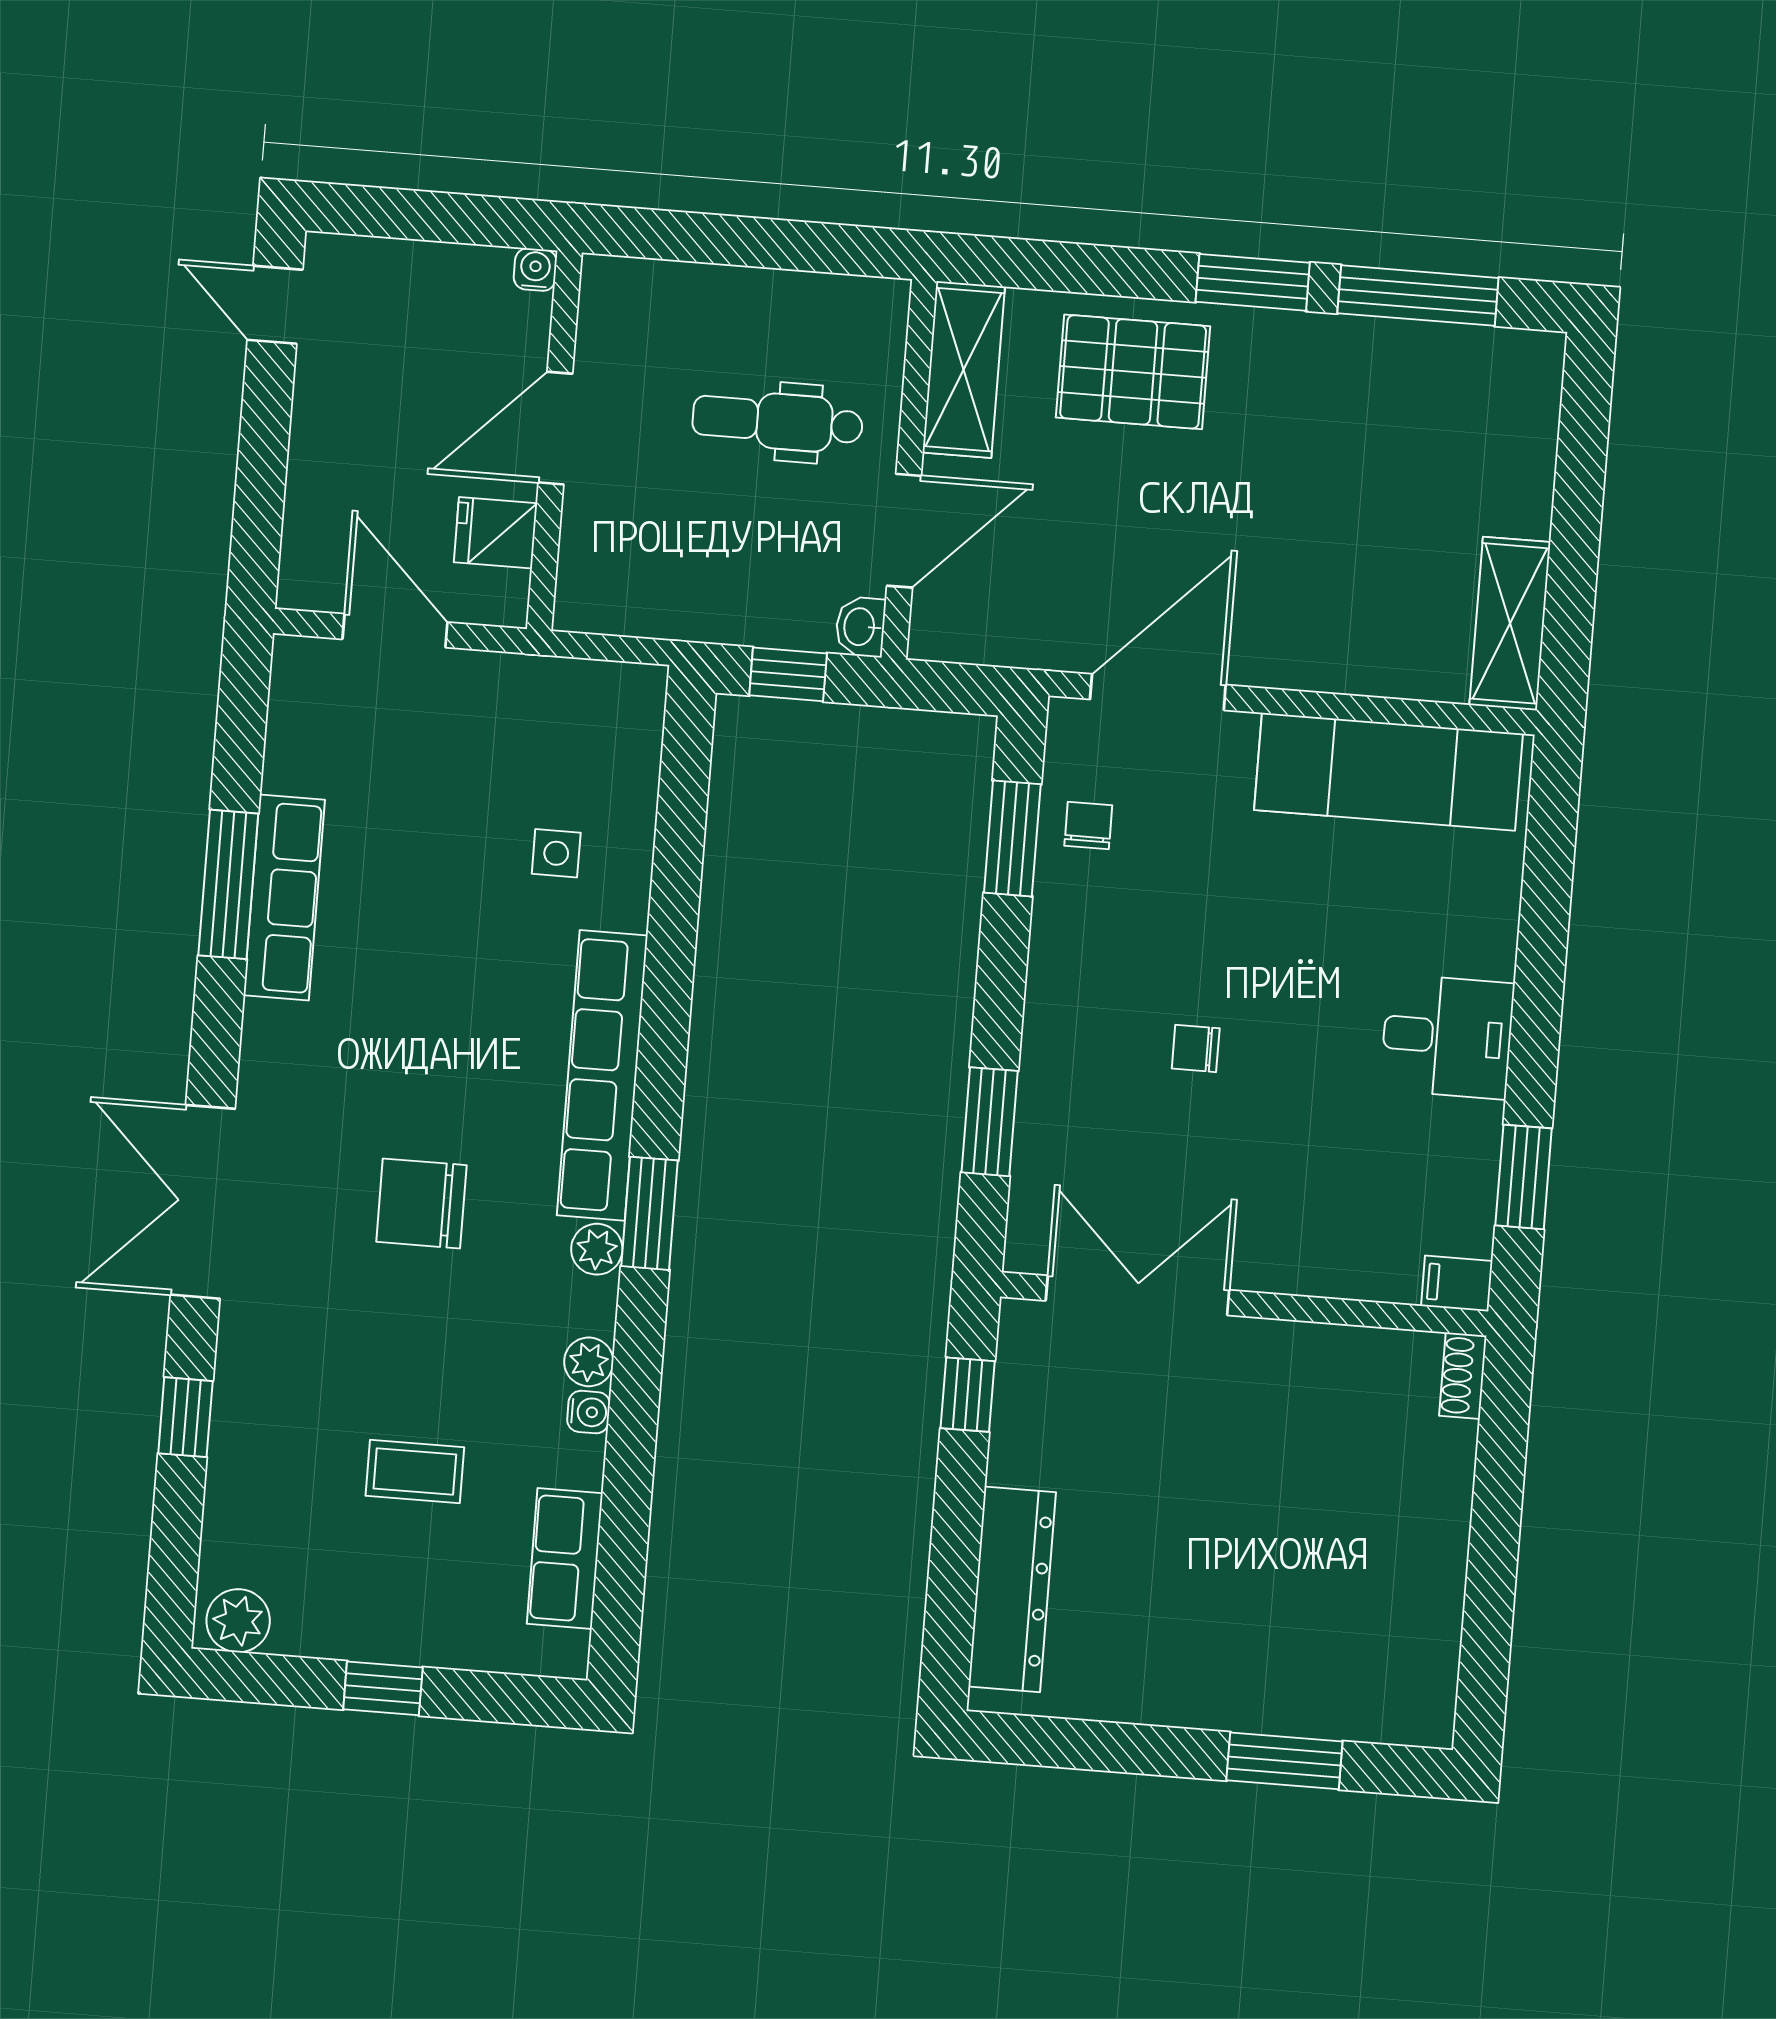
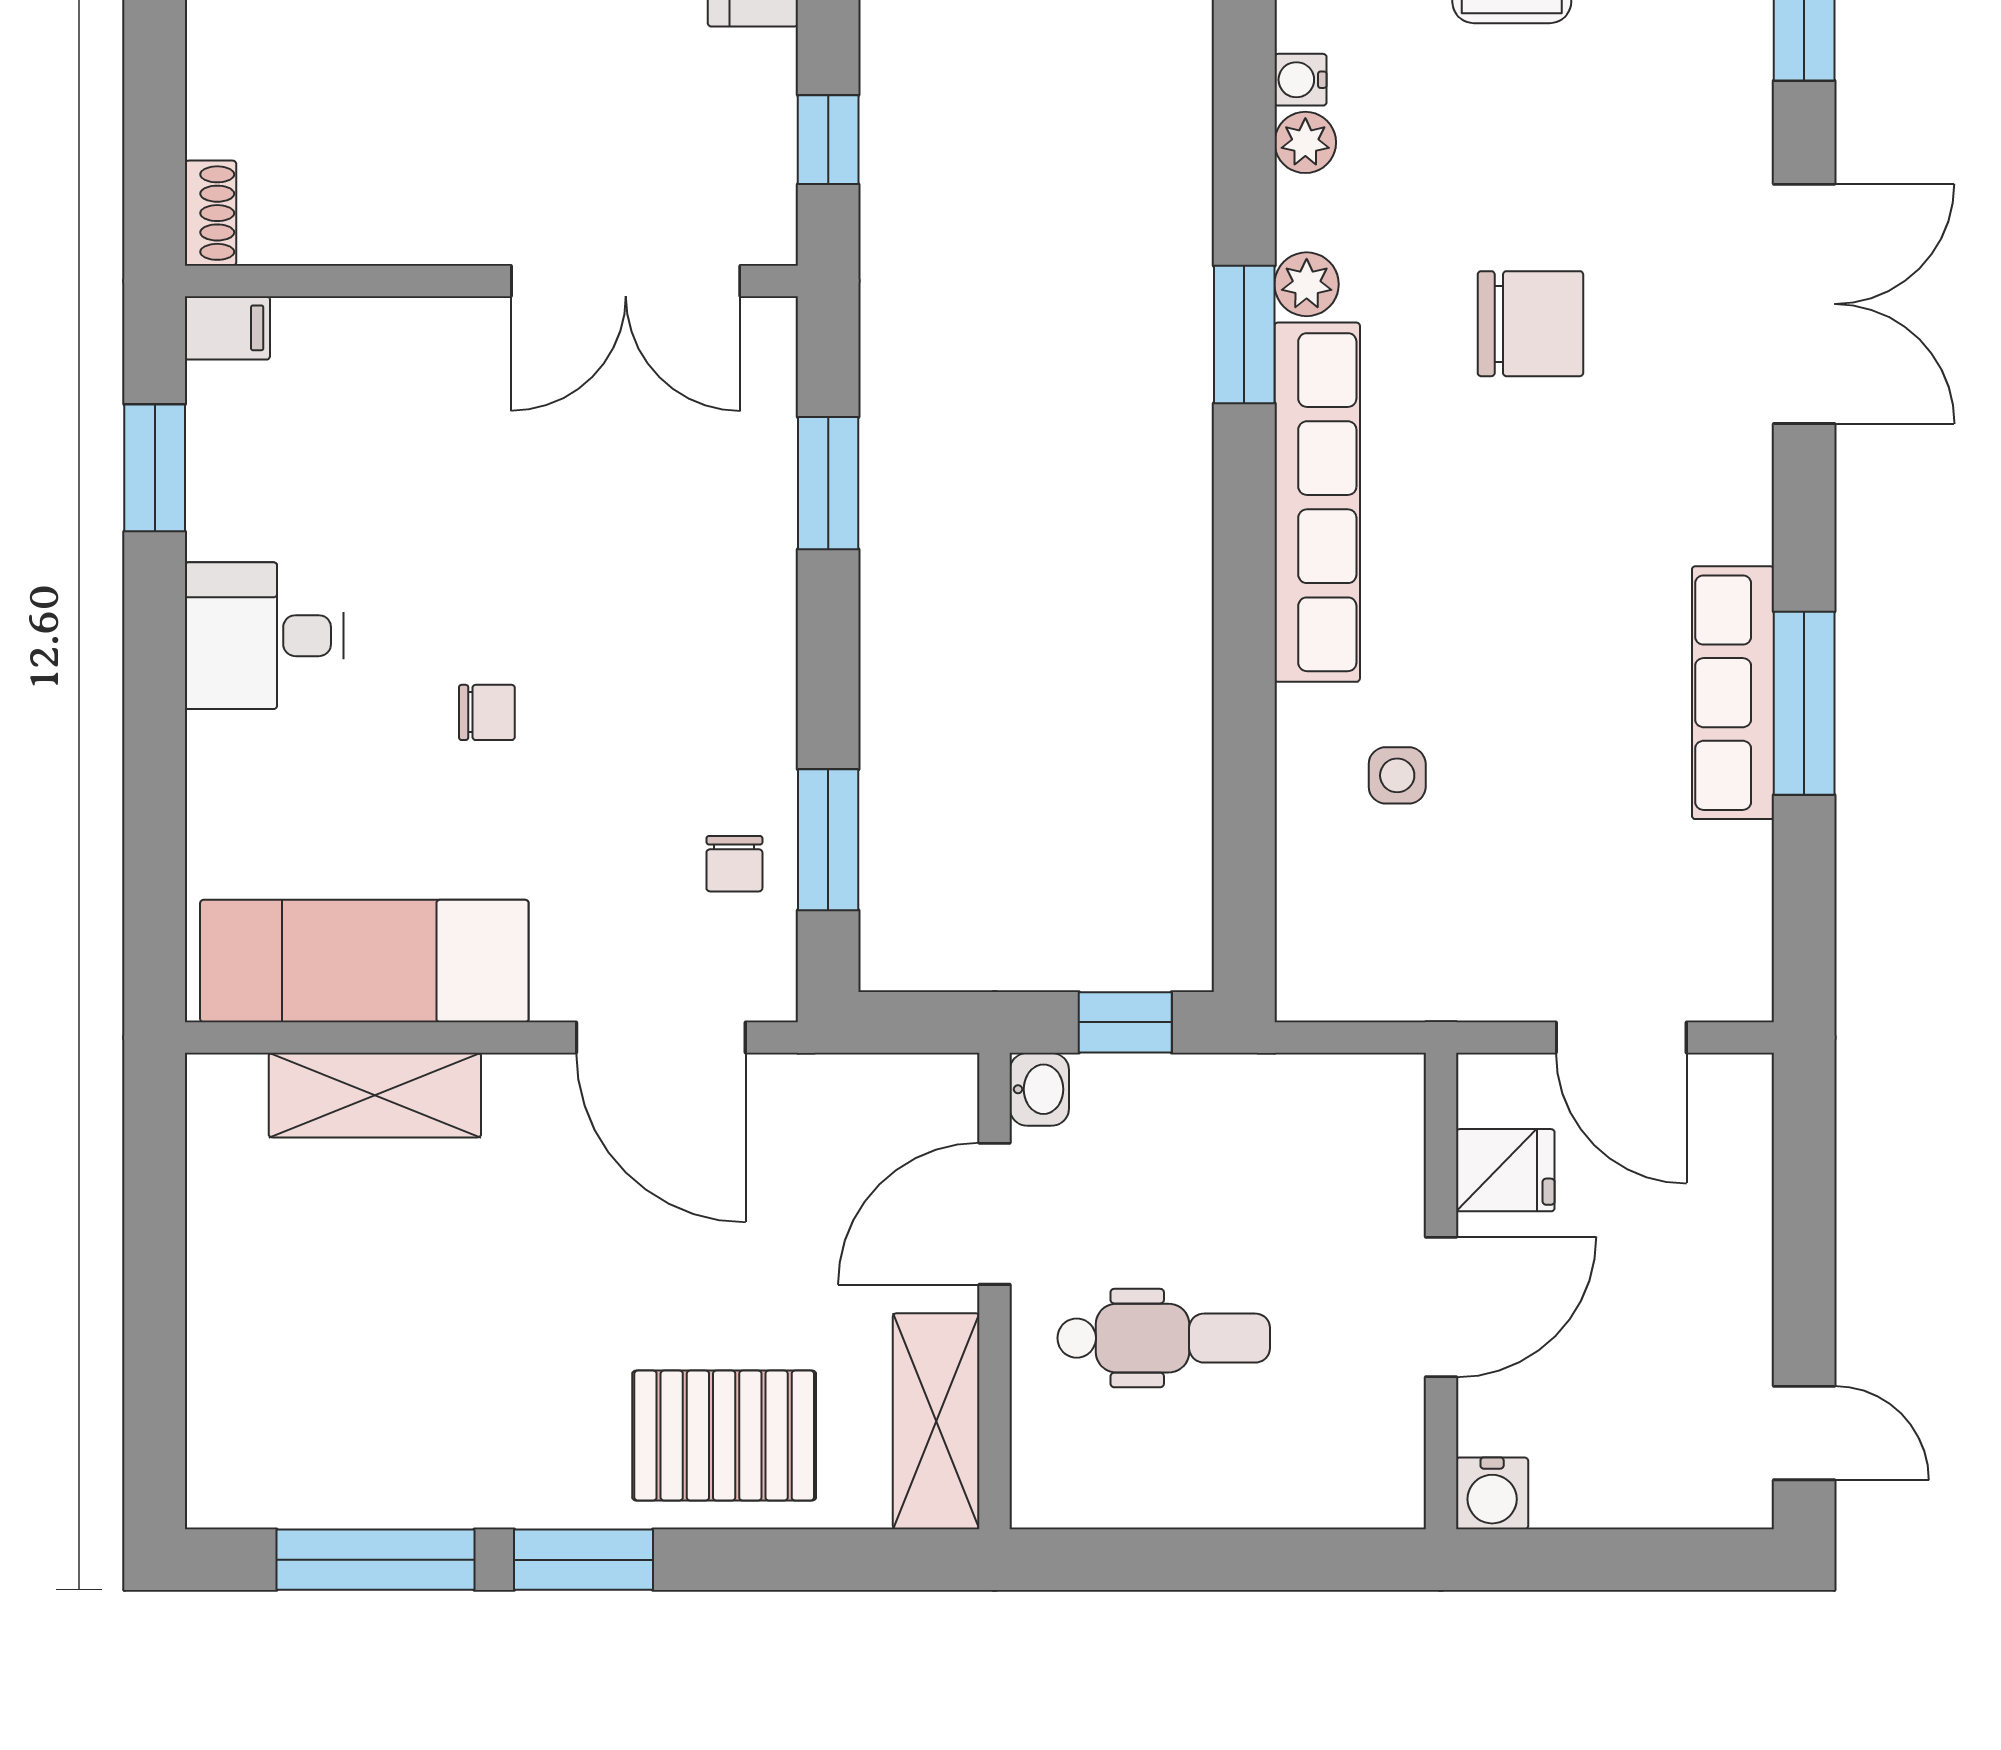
water cooler: (535, 270) -> (1492, 1493), width x1.38, depth x1.38
shelving: (1510, 623) -> (375, 1095), moved, turned 90
door: (1158, 692) -> (661, 1038), hinge flipped
chair: (1196, 1048) -> (487, 712), moved

